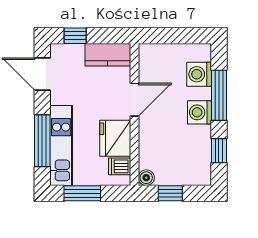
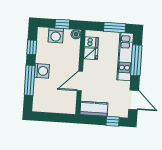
washing machine: (199, 74) -> (56, 35), moved, turned 90
fridge: (115, 138) -> (91, 54), width x0.53, depth x0.75

